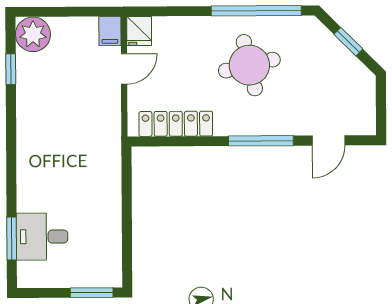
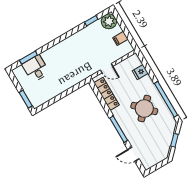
filing cabinet: (110, 31) -> (120, 38), moved
fridge: (139, 31) -> (140, 72), moved
round table: (249, 65) -> (144, 108), turned -31
door: (124, 69) -> (107, 68), moved

